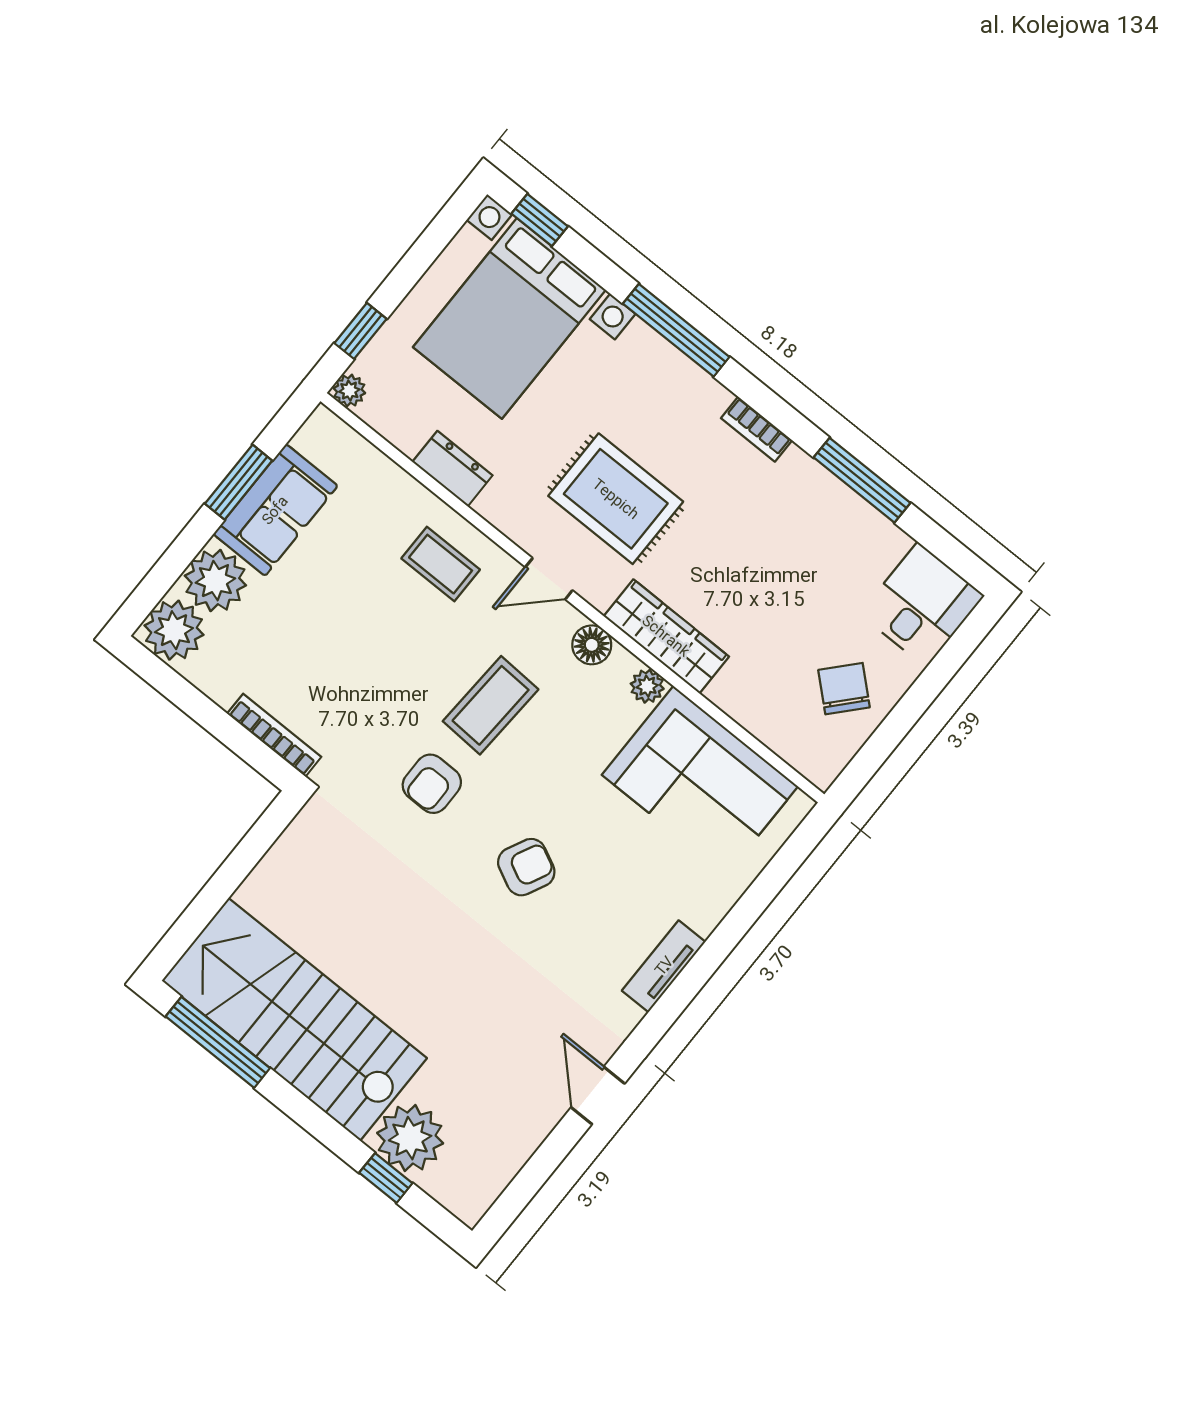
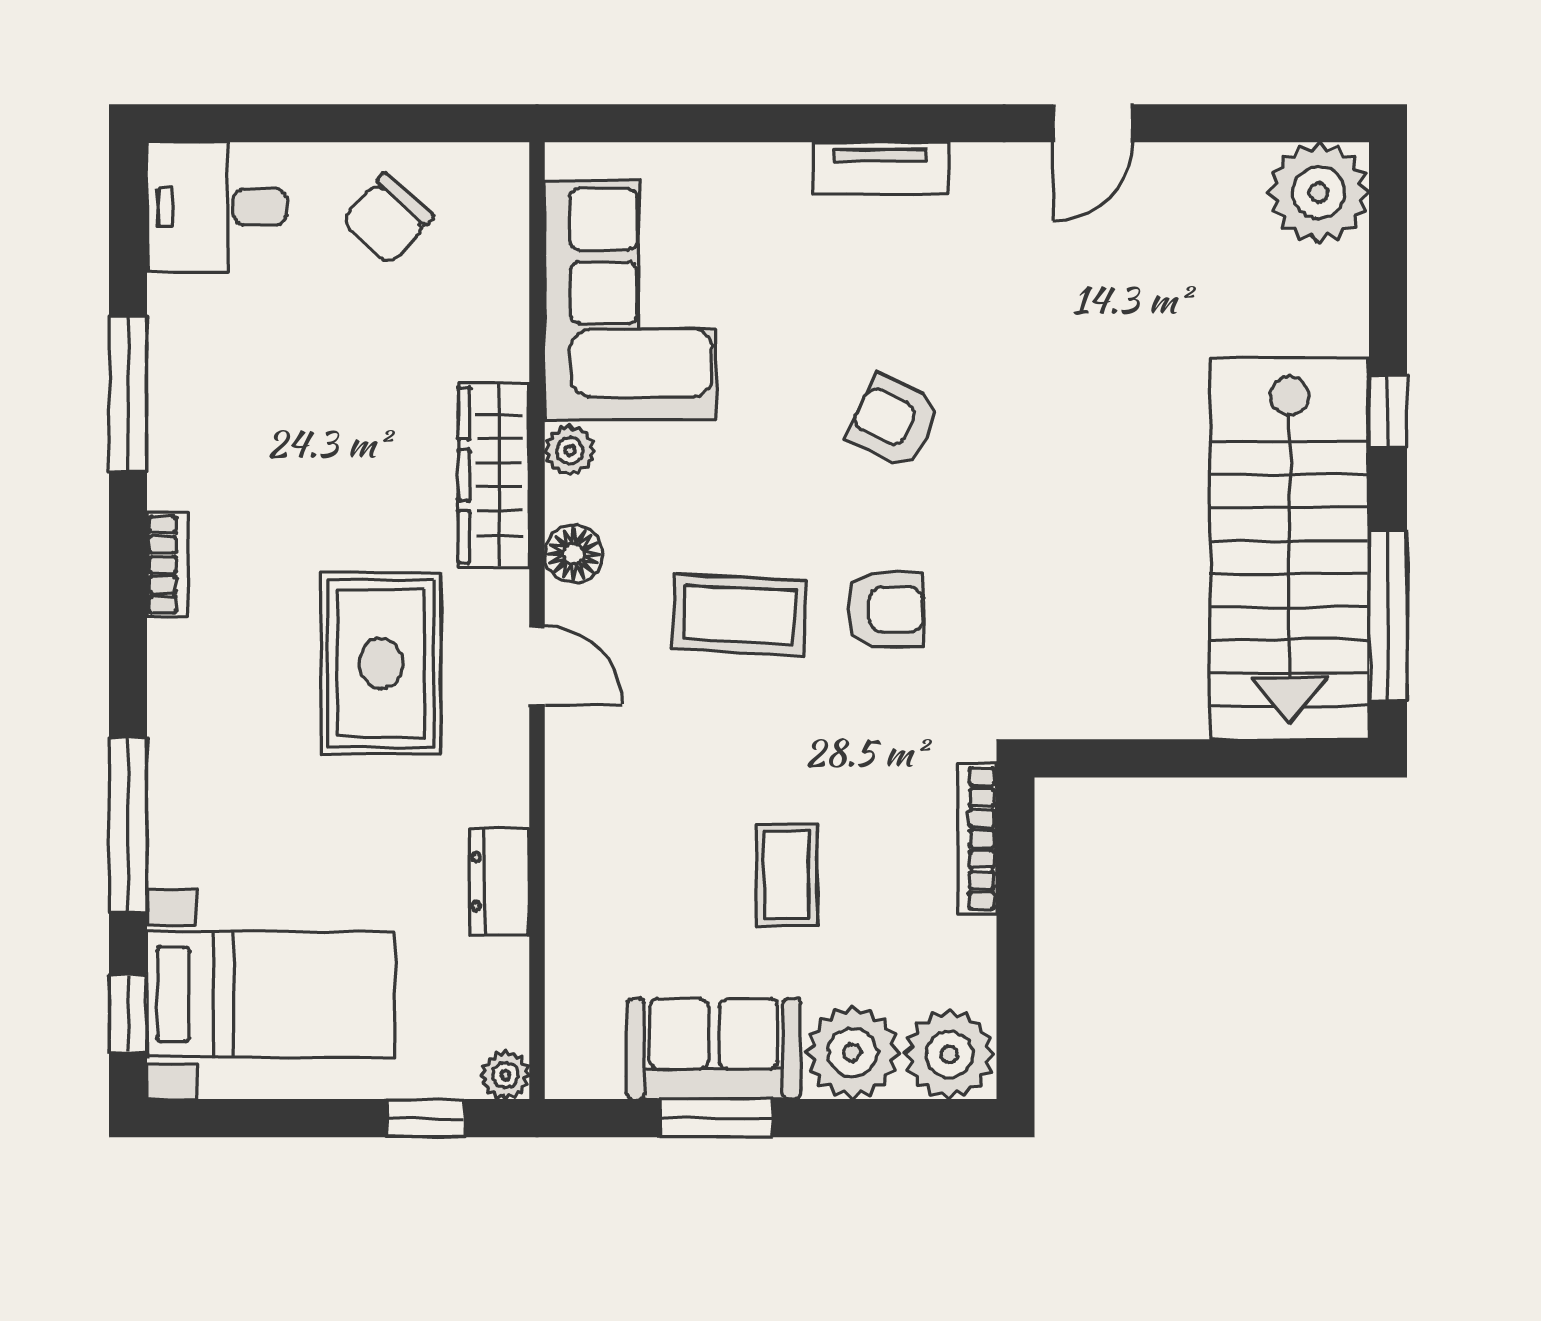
bed with nightstands: (509, 318) -> (271, 994), width x0.73
window: (676, 330) -> (128, 825), moved
coffee table: (441, 564) -> (787, 875), moved
plant: (410, 1138) -> (1319, 192), moved
window: (386, 1178) -> (1388, 412), moved

